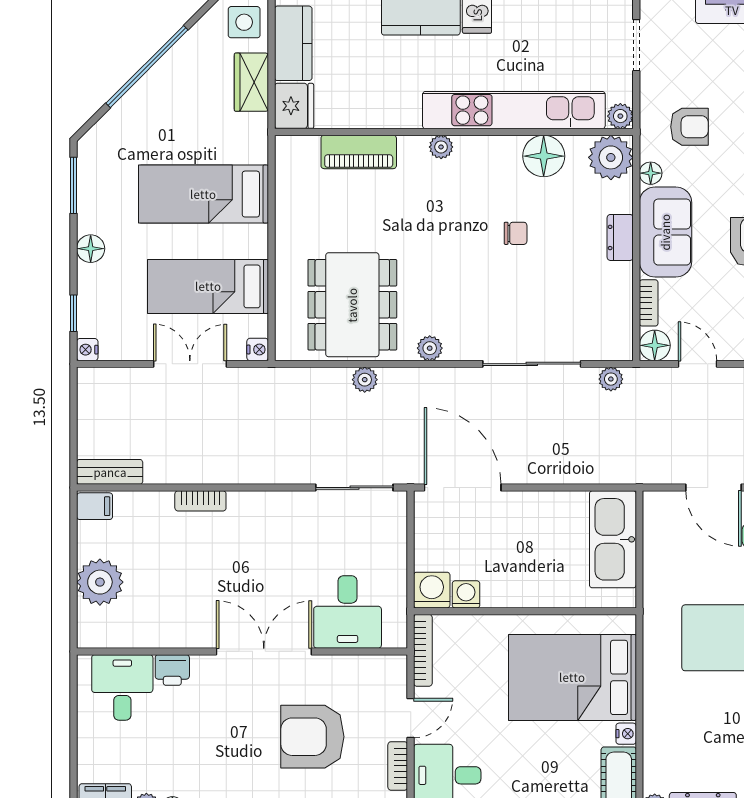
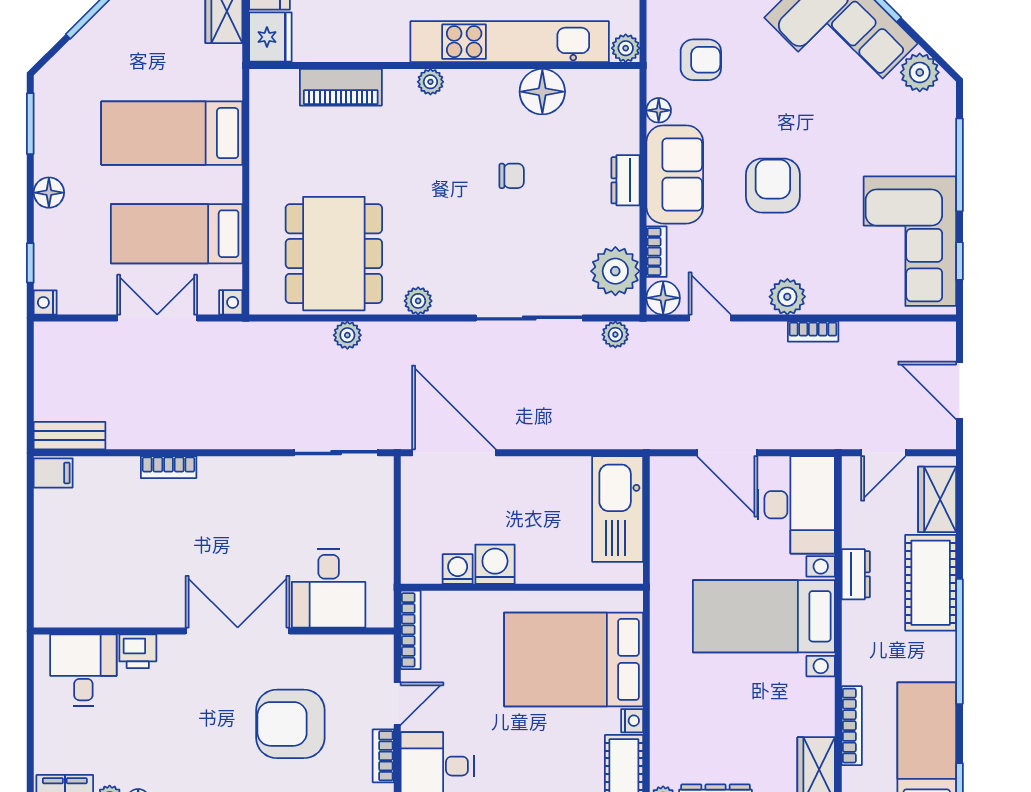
plant: (611, 157) -> (615, 271), moved
plant: (100, 582) -> (59, 556), removed
washing machine: (432, 590) -> (495, 564), moved

